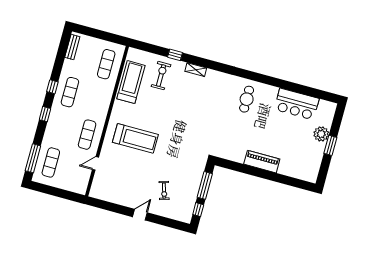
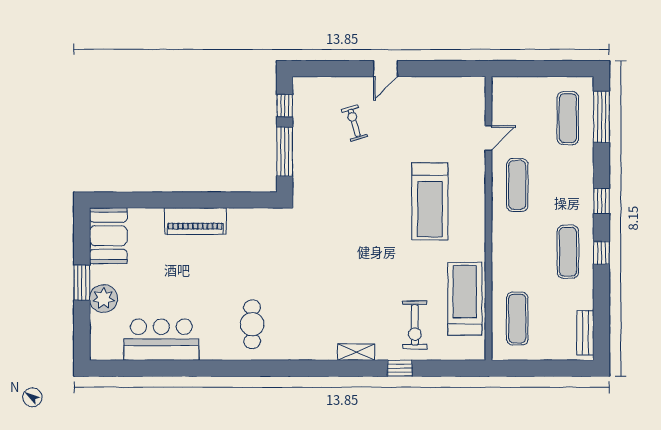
treadmill: (131, 82) -> (465, 299), turned 180
treadmill: (135, 138) -> (430, 201), turned -90
booth: (310, 166) -> (108, 236), added

